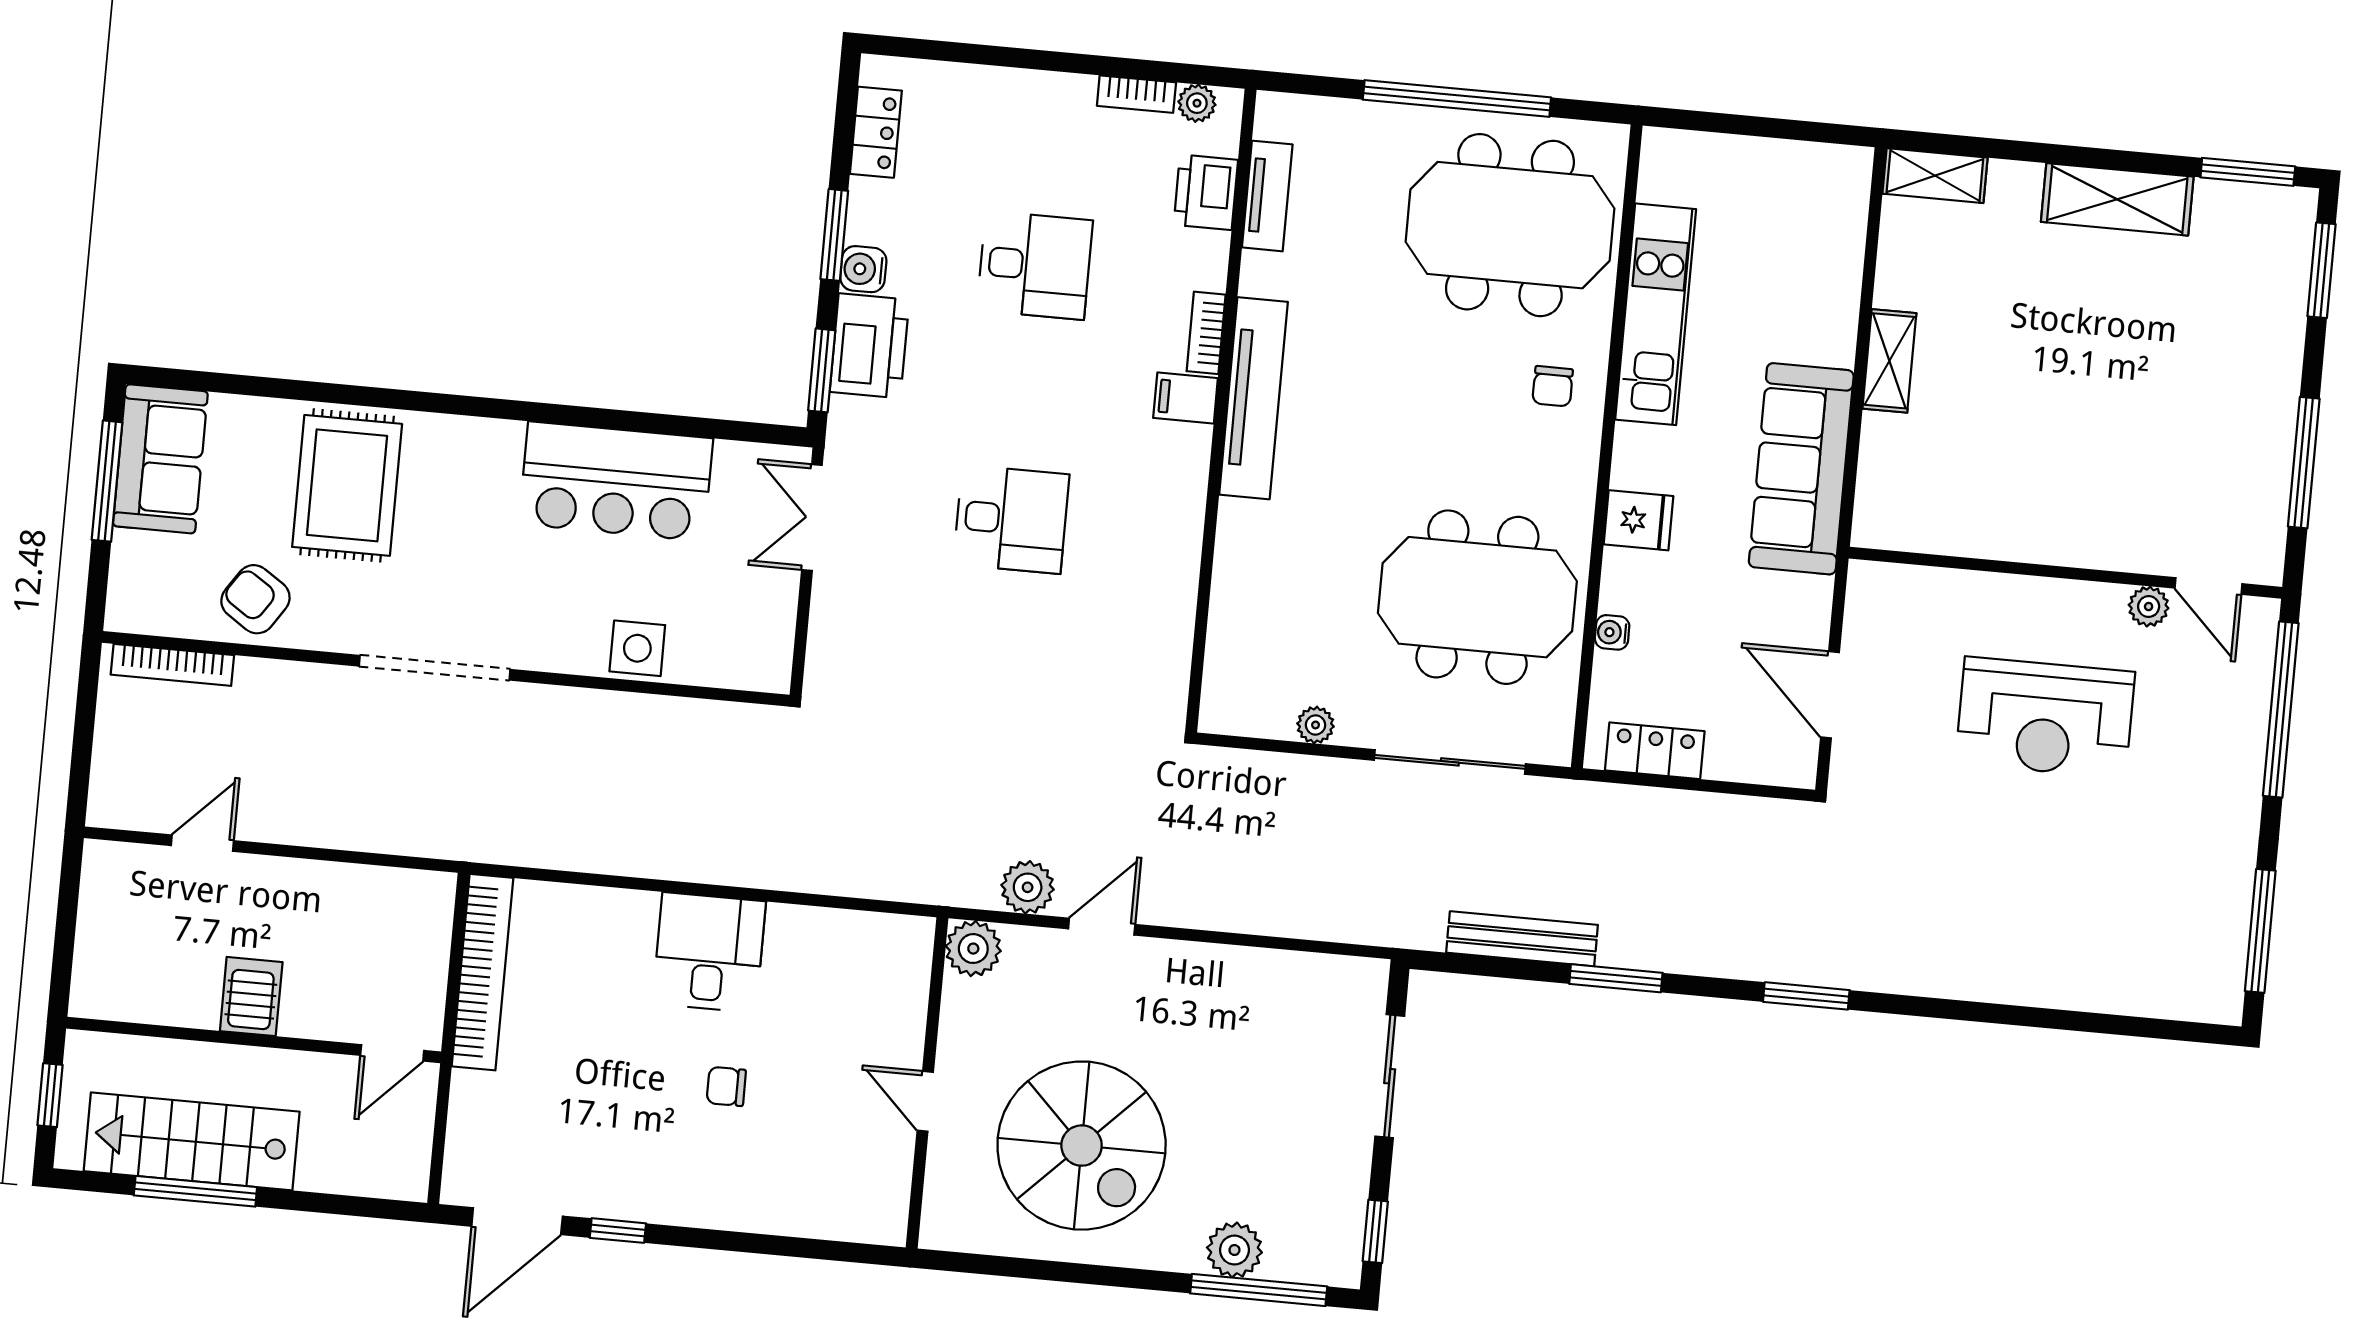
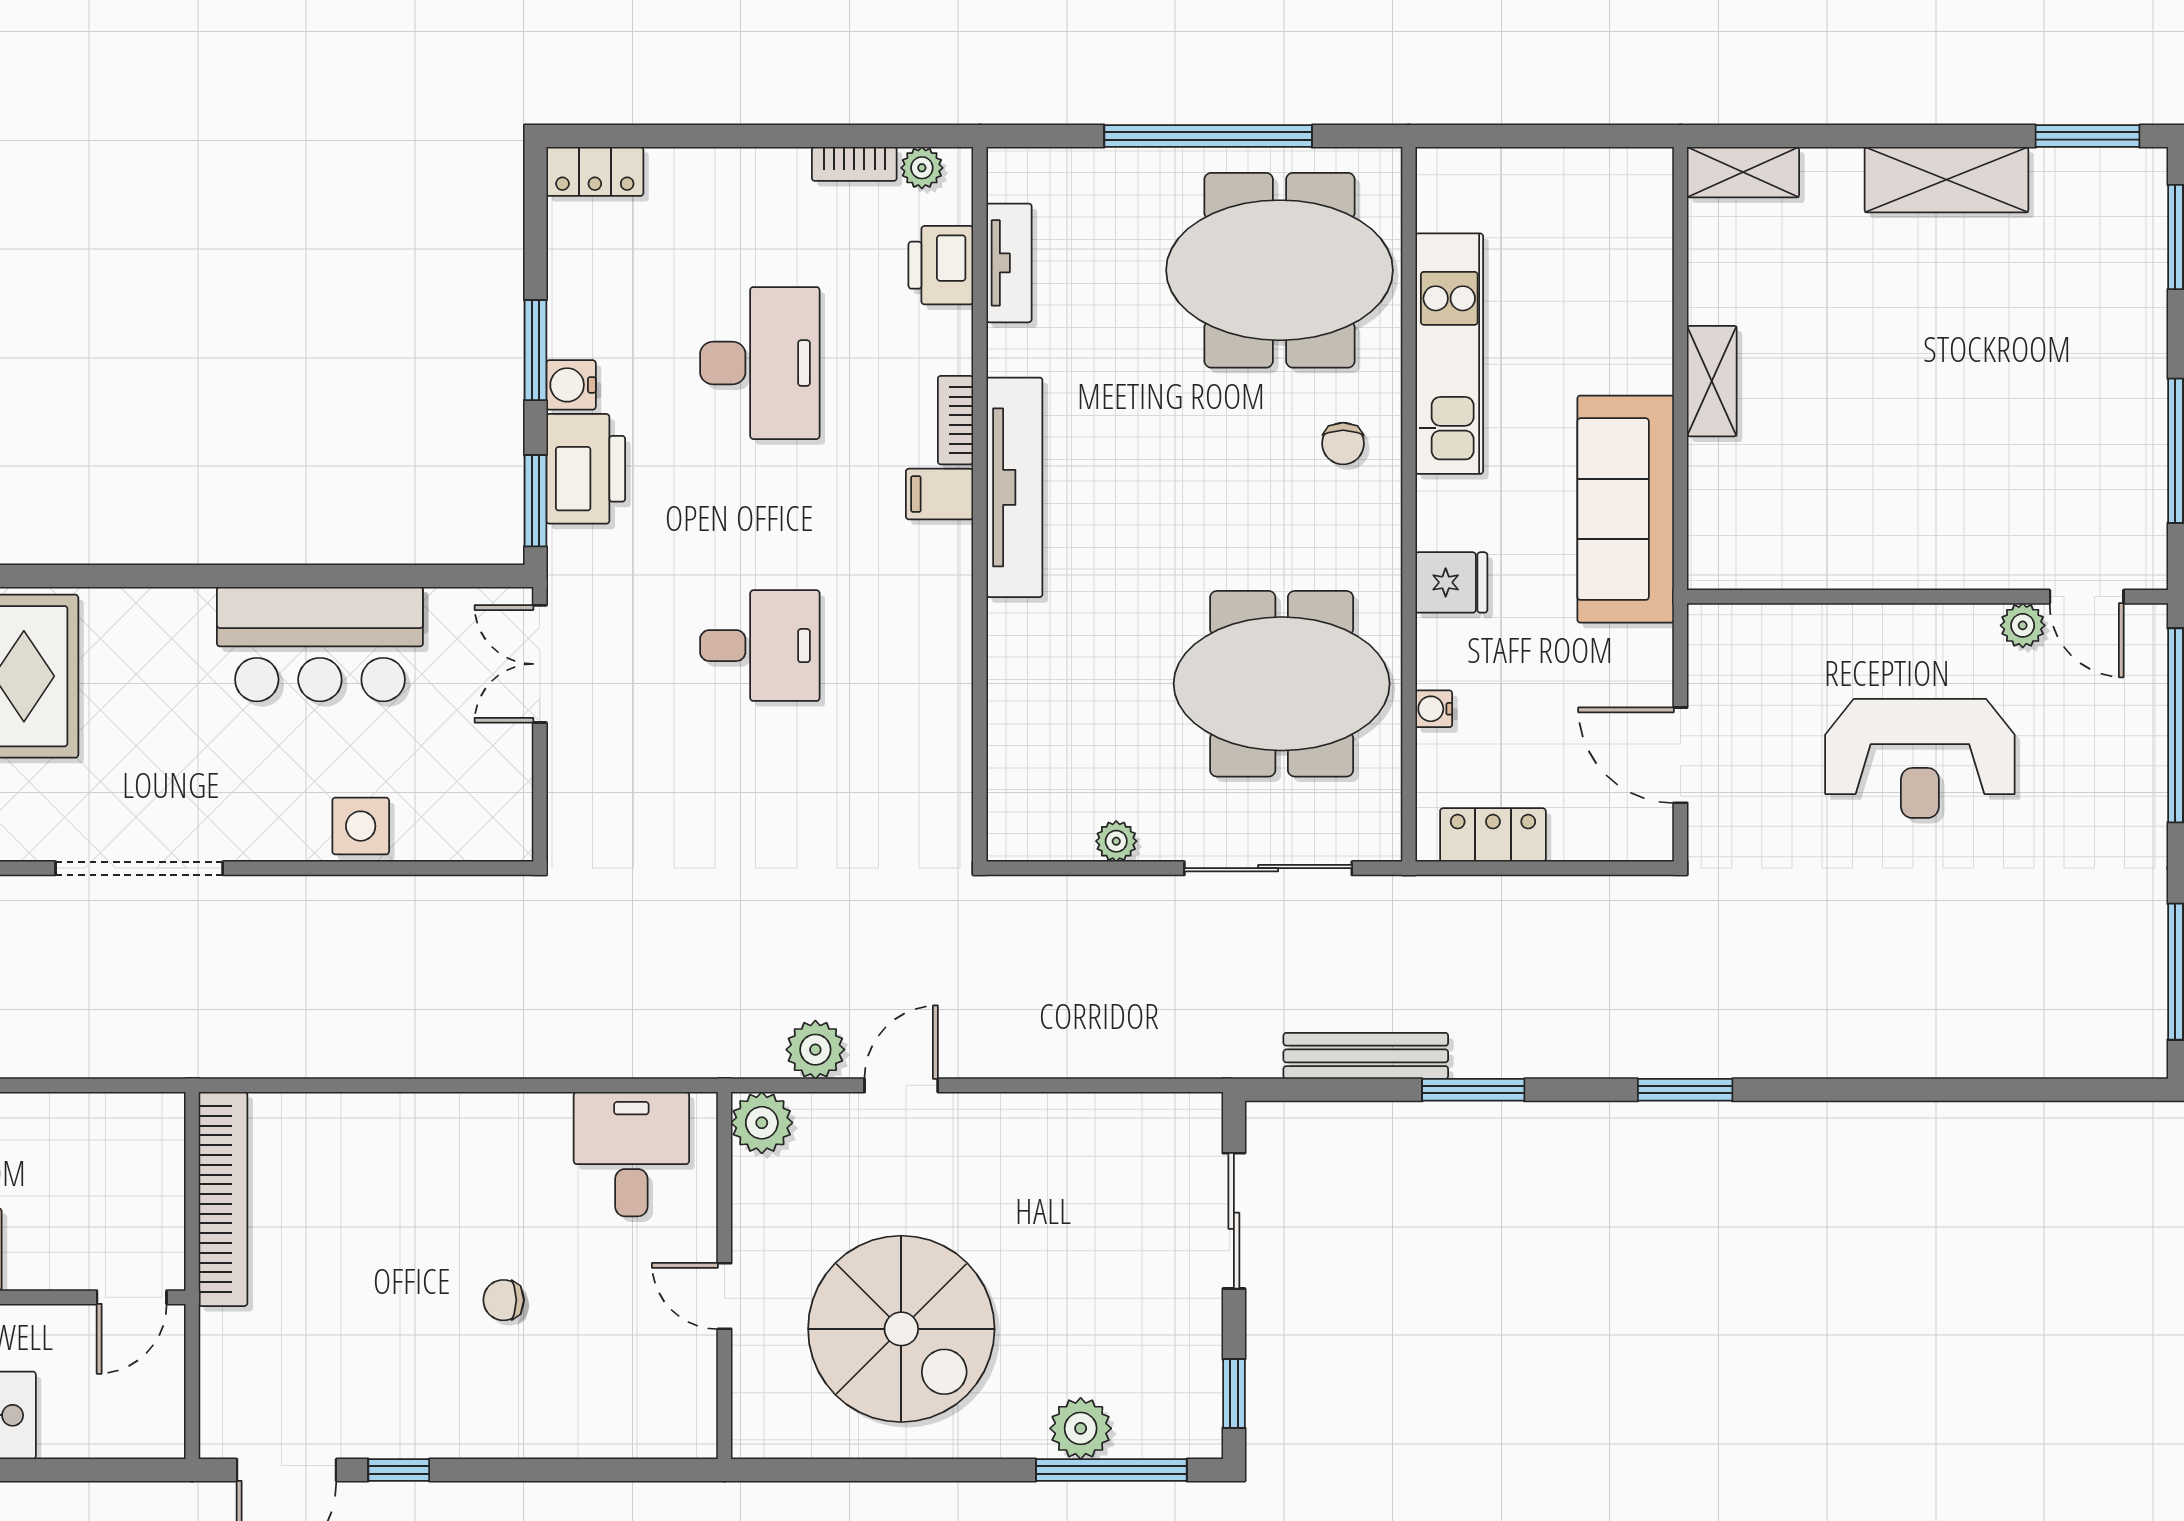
locker: (876, 132) -> (595, 171), moved, turned 90
desk: (1035, 265) -> (760, 363), width x1.37
desk: (709, 953) -> (631, 1154), moved

